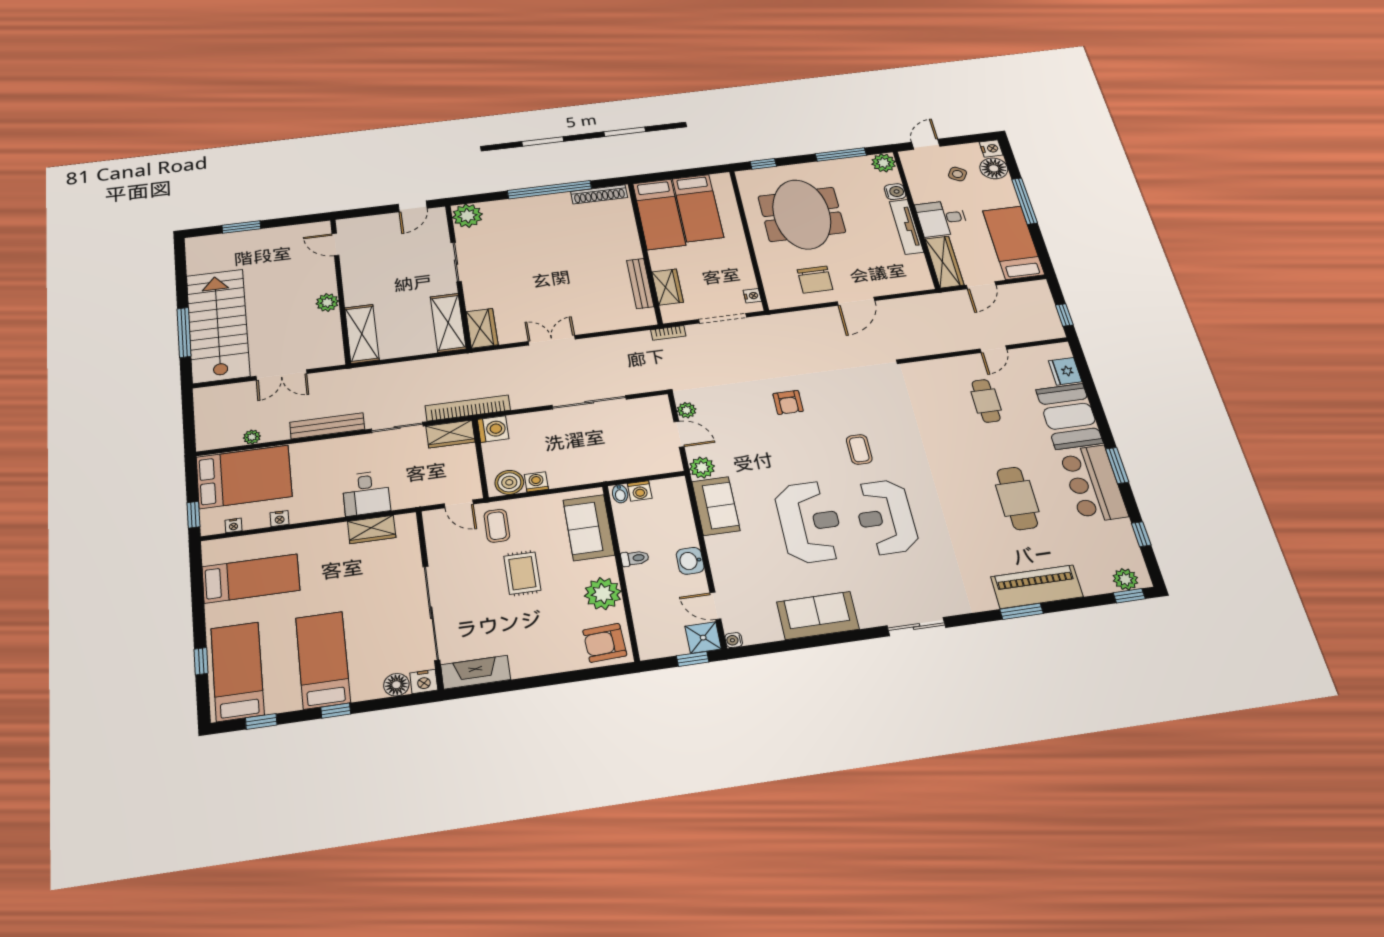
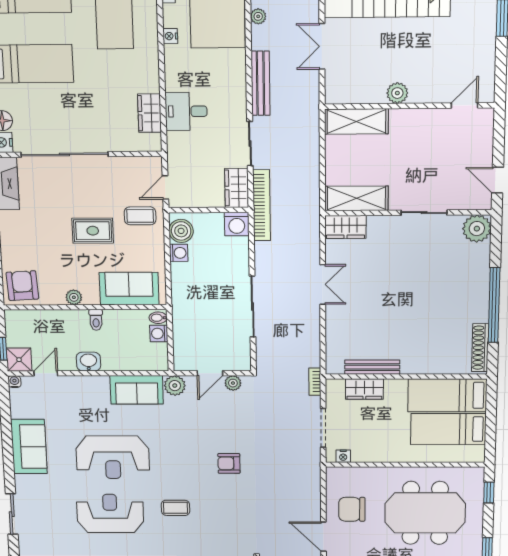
plant: (603, 594) -> (74, 297), width x0.53, depth x0.53

